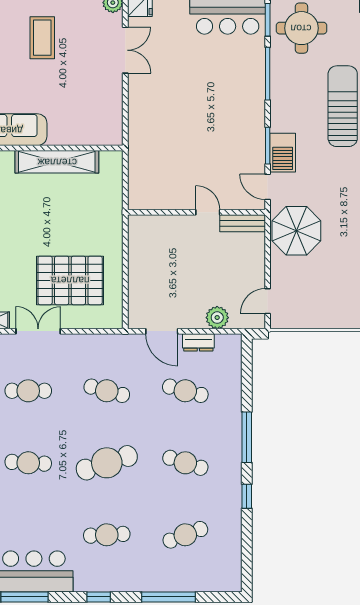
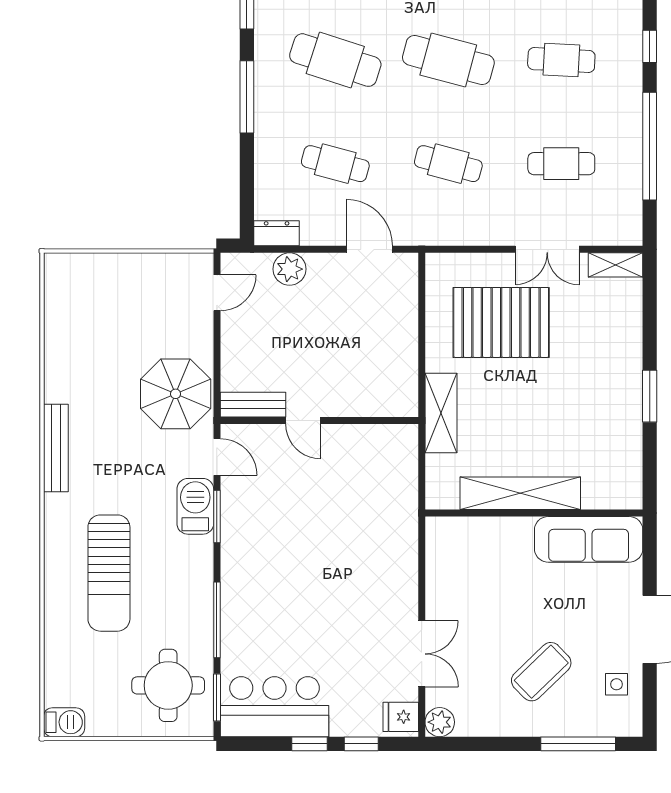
coffee table: (42, 38) -> (541, 672), turned 46
double door: (125, 50) -> (422, 654), swing flipped
shelving: (112, 217) -> (441, 413), added
dresser: (198, 342) -> (277, 233), moved
cafe table: (107, 463) -> (448, 60), turned 33
cafe table: (185, 463) -> (335, 60), width x1.37, depth x1.35

